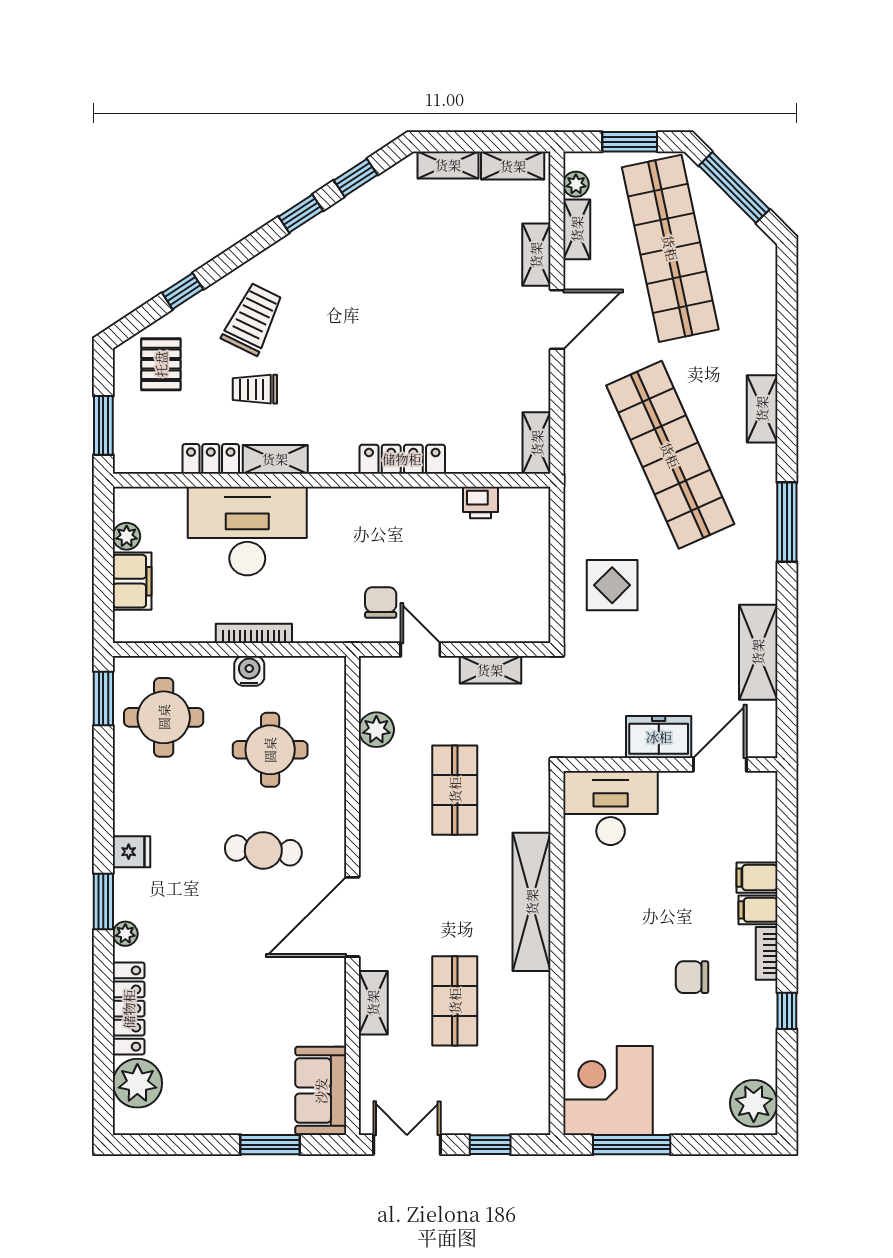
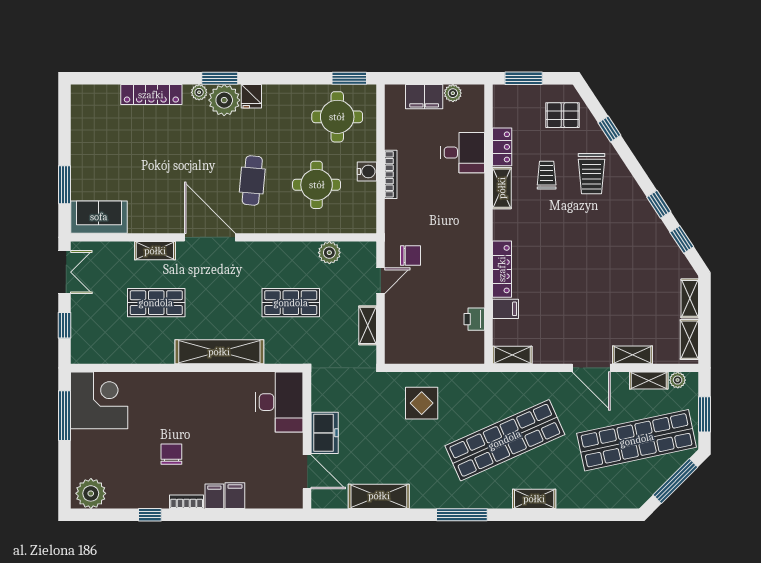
trolley: (253, 319) -> (591, 174), turned 64
filing cabinet: (464, 454) -> (506, 309), added
desk: (247, 531) -> (463, 153), width x0.53, depth x0.77
plant: (137, 1083) -> (224, 100), moved

